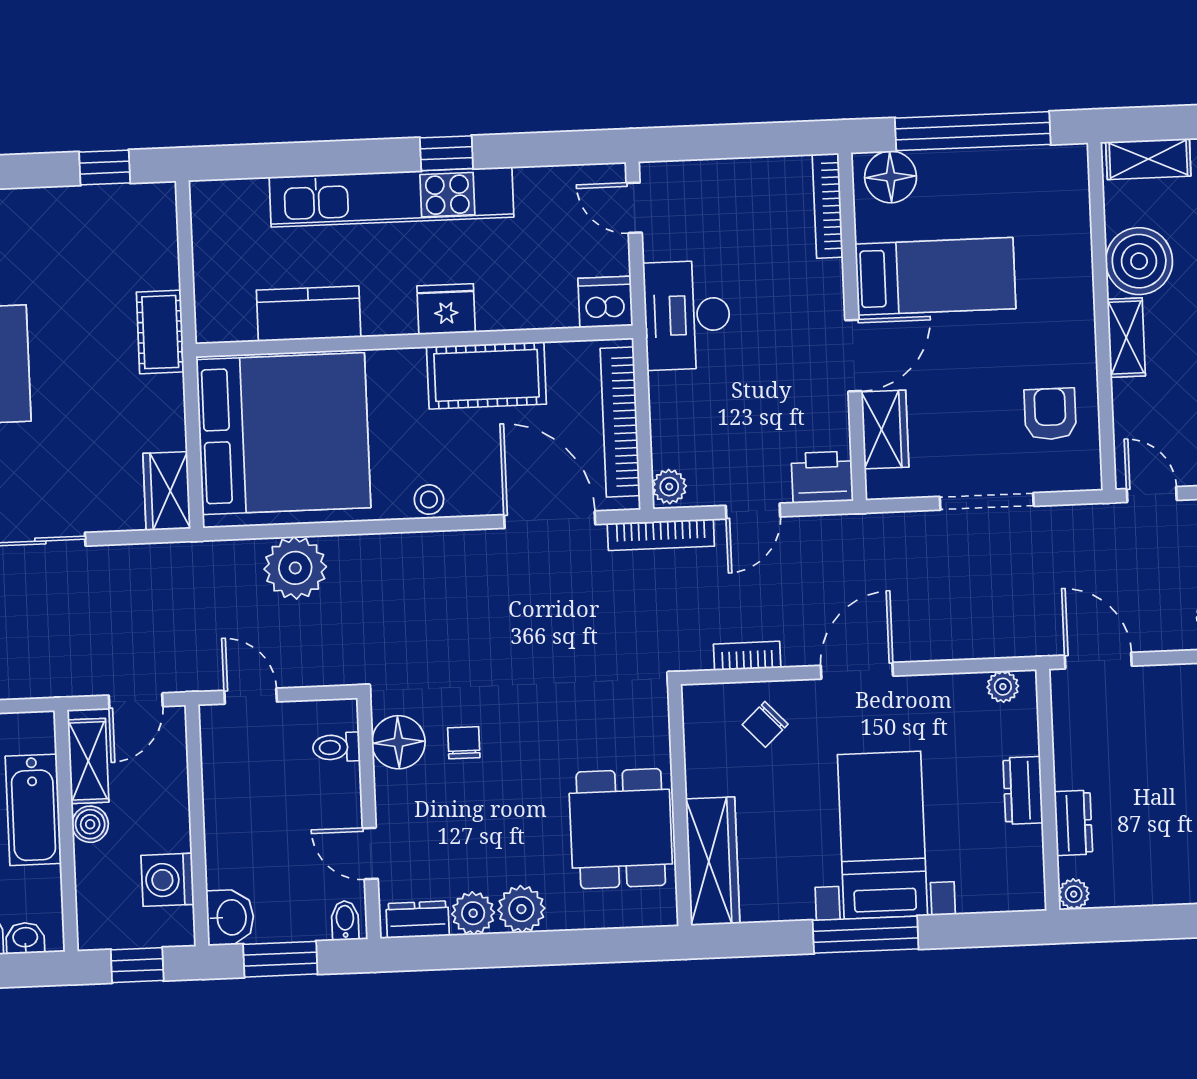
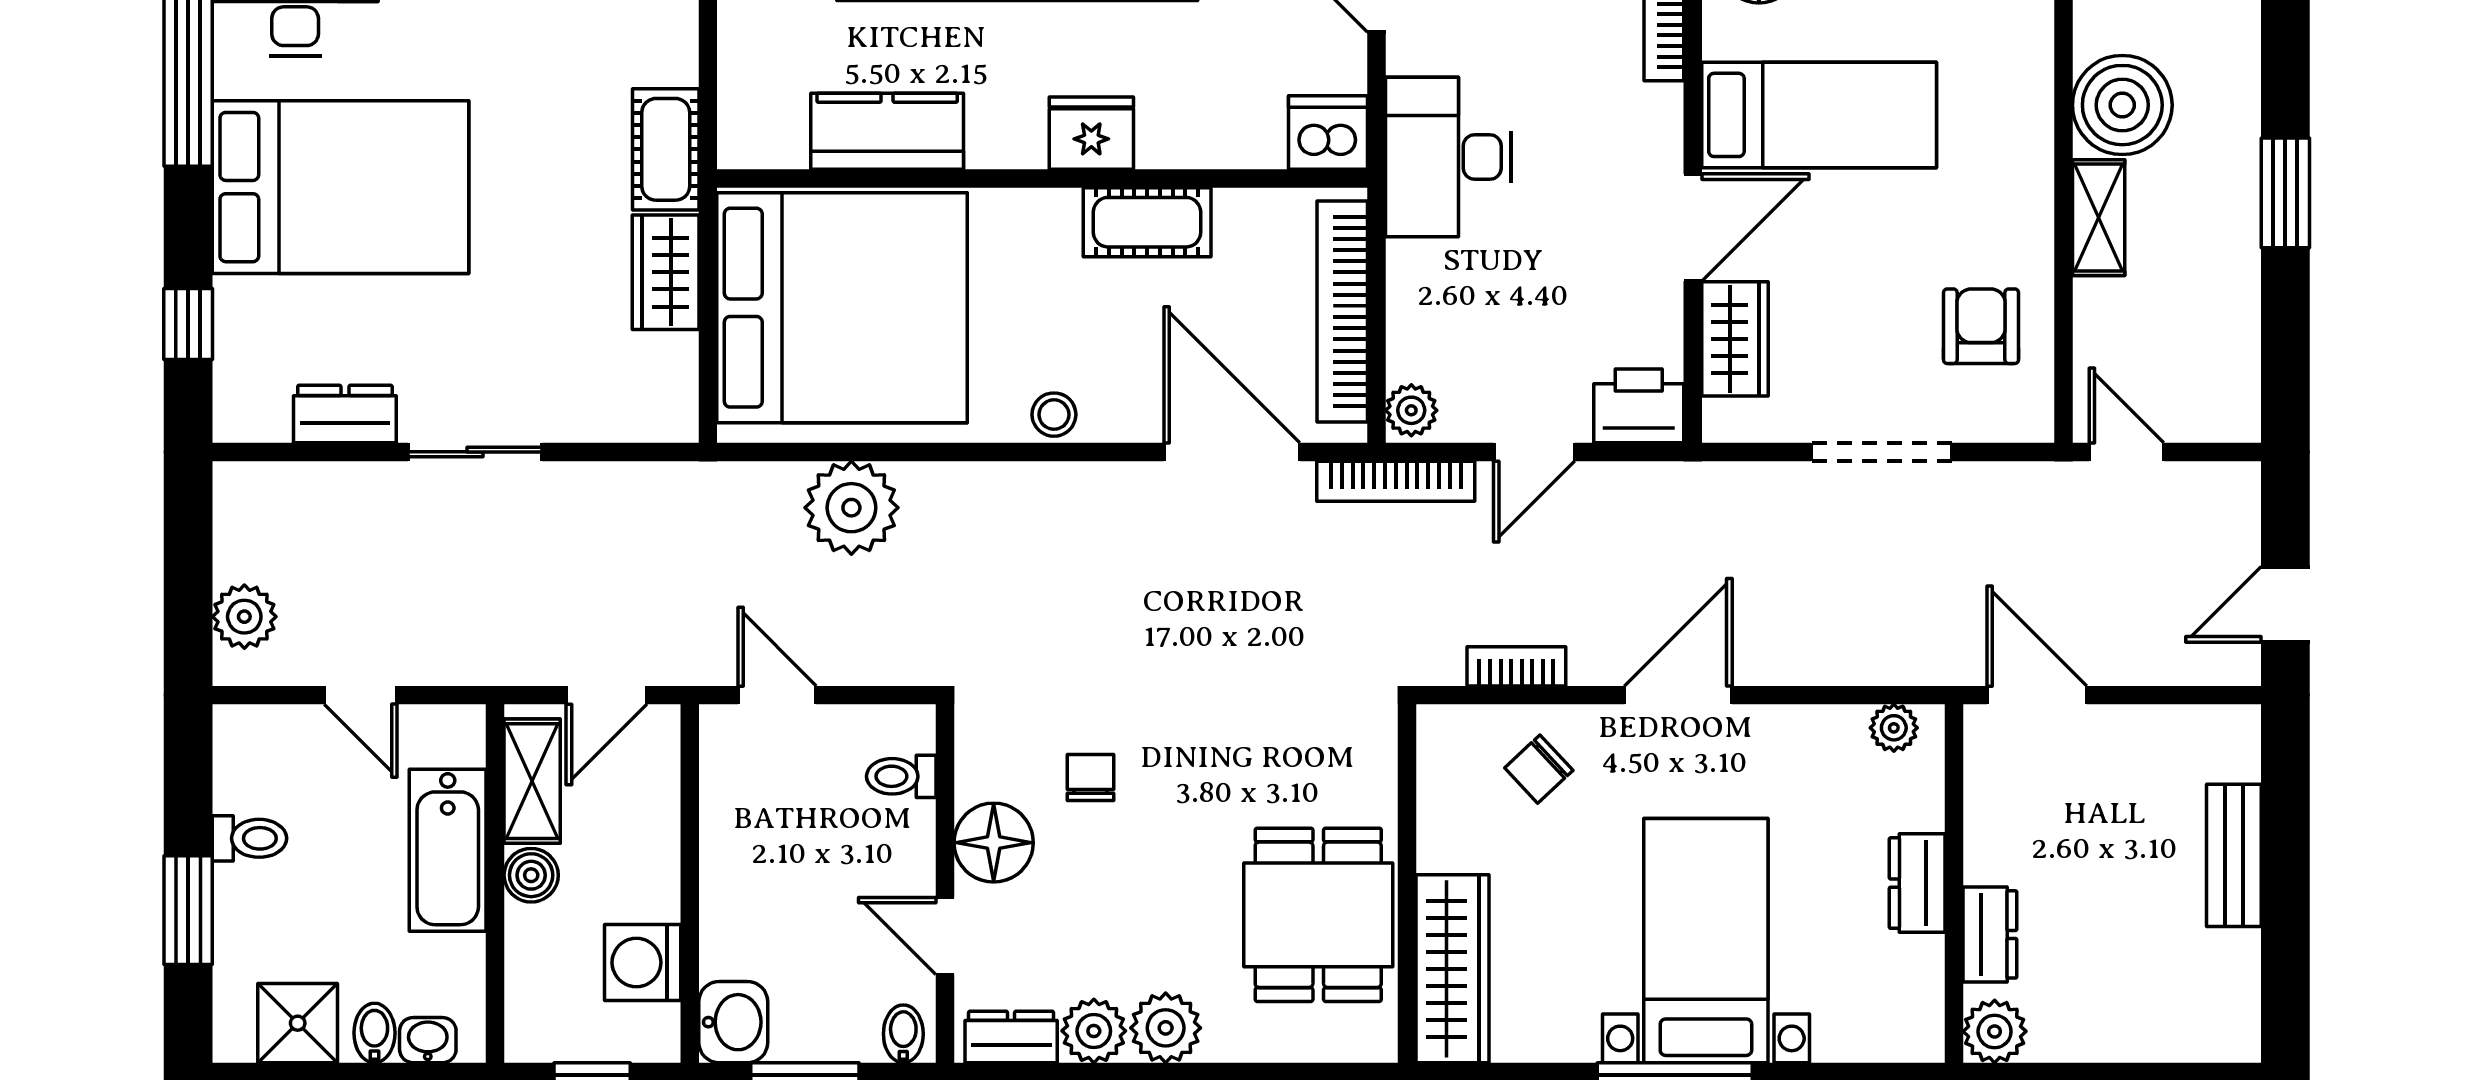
cot: (486, 375) -> (1147, 222), width x0.73, depth x0.75
wardrobe: (167, 491) -> (666, 272), moved
floor lamp: (398, 742) -> (994, 843), moved
plant: (1074, 894) -> (1995, 1031), width x1.38, depth x1.38

